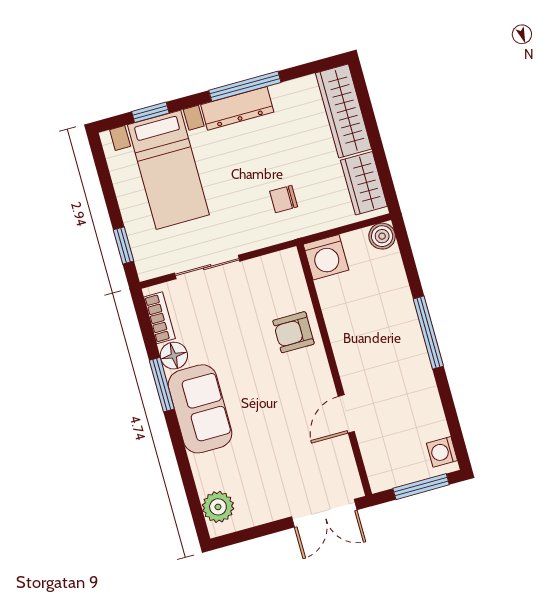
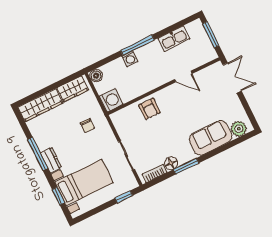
dresser: (237, 108) -> (51, 160), width x0.70
sofa: (200, 409) -> (211, 138), moved
kitchen sink: (427, 410) -> (174, 39), added
washing machine: (442, 452) -> (130, 59), moved

